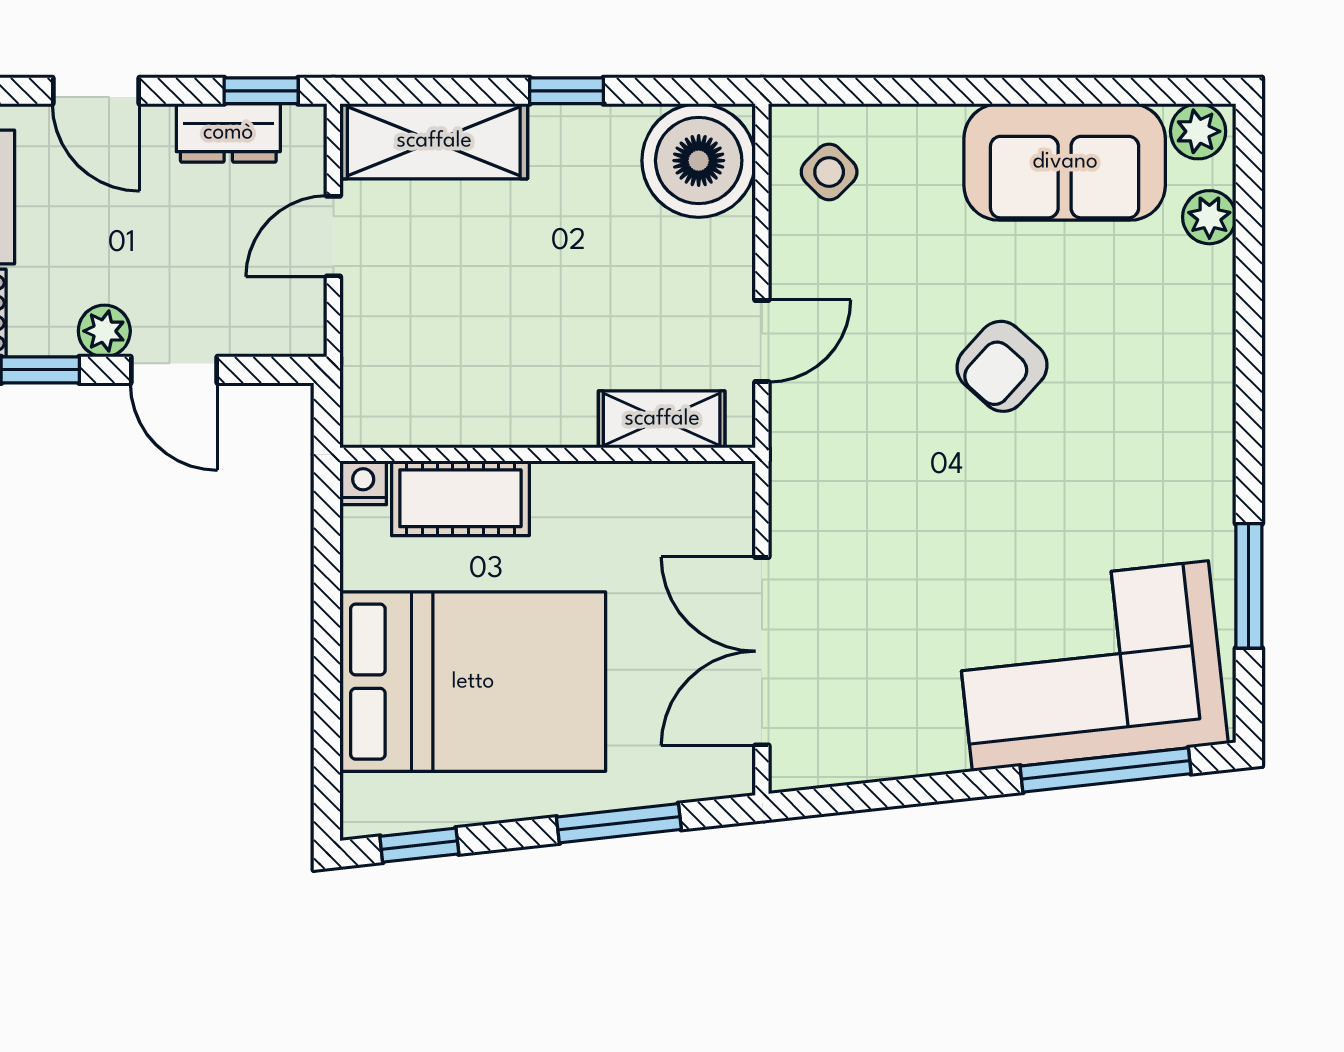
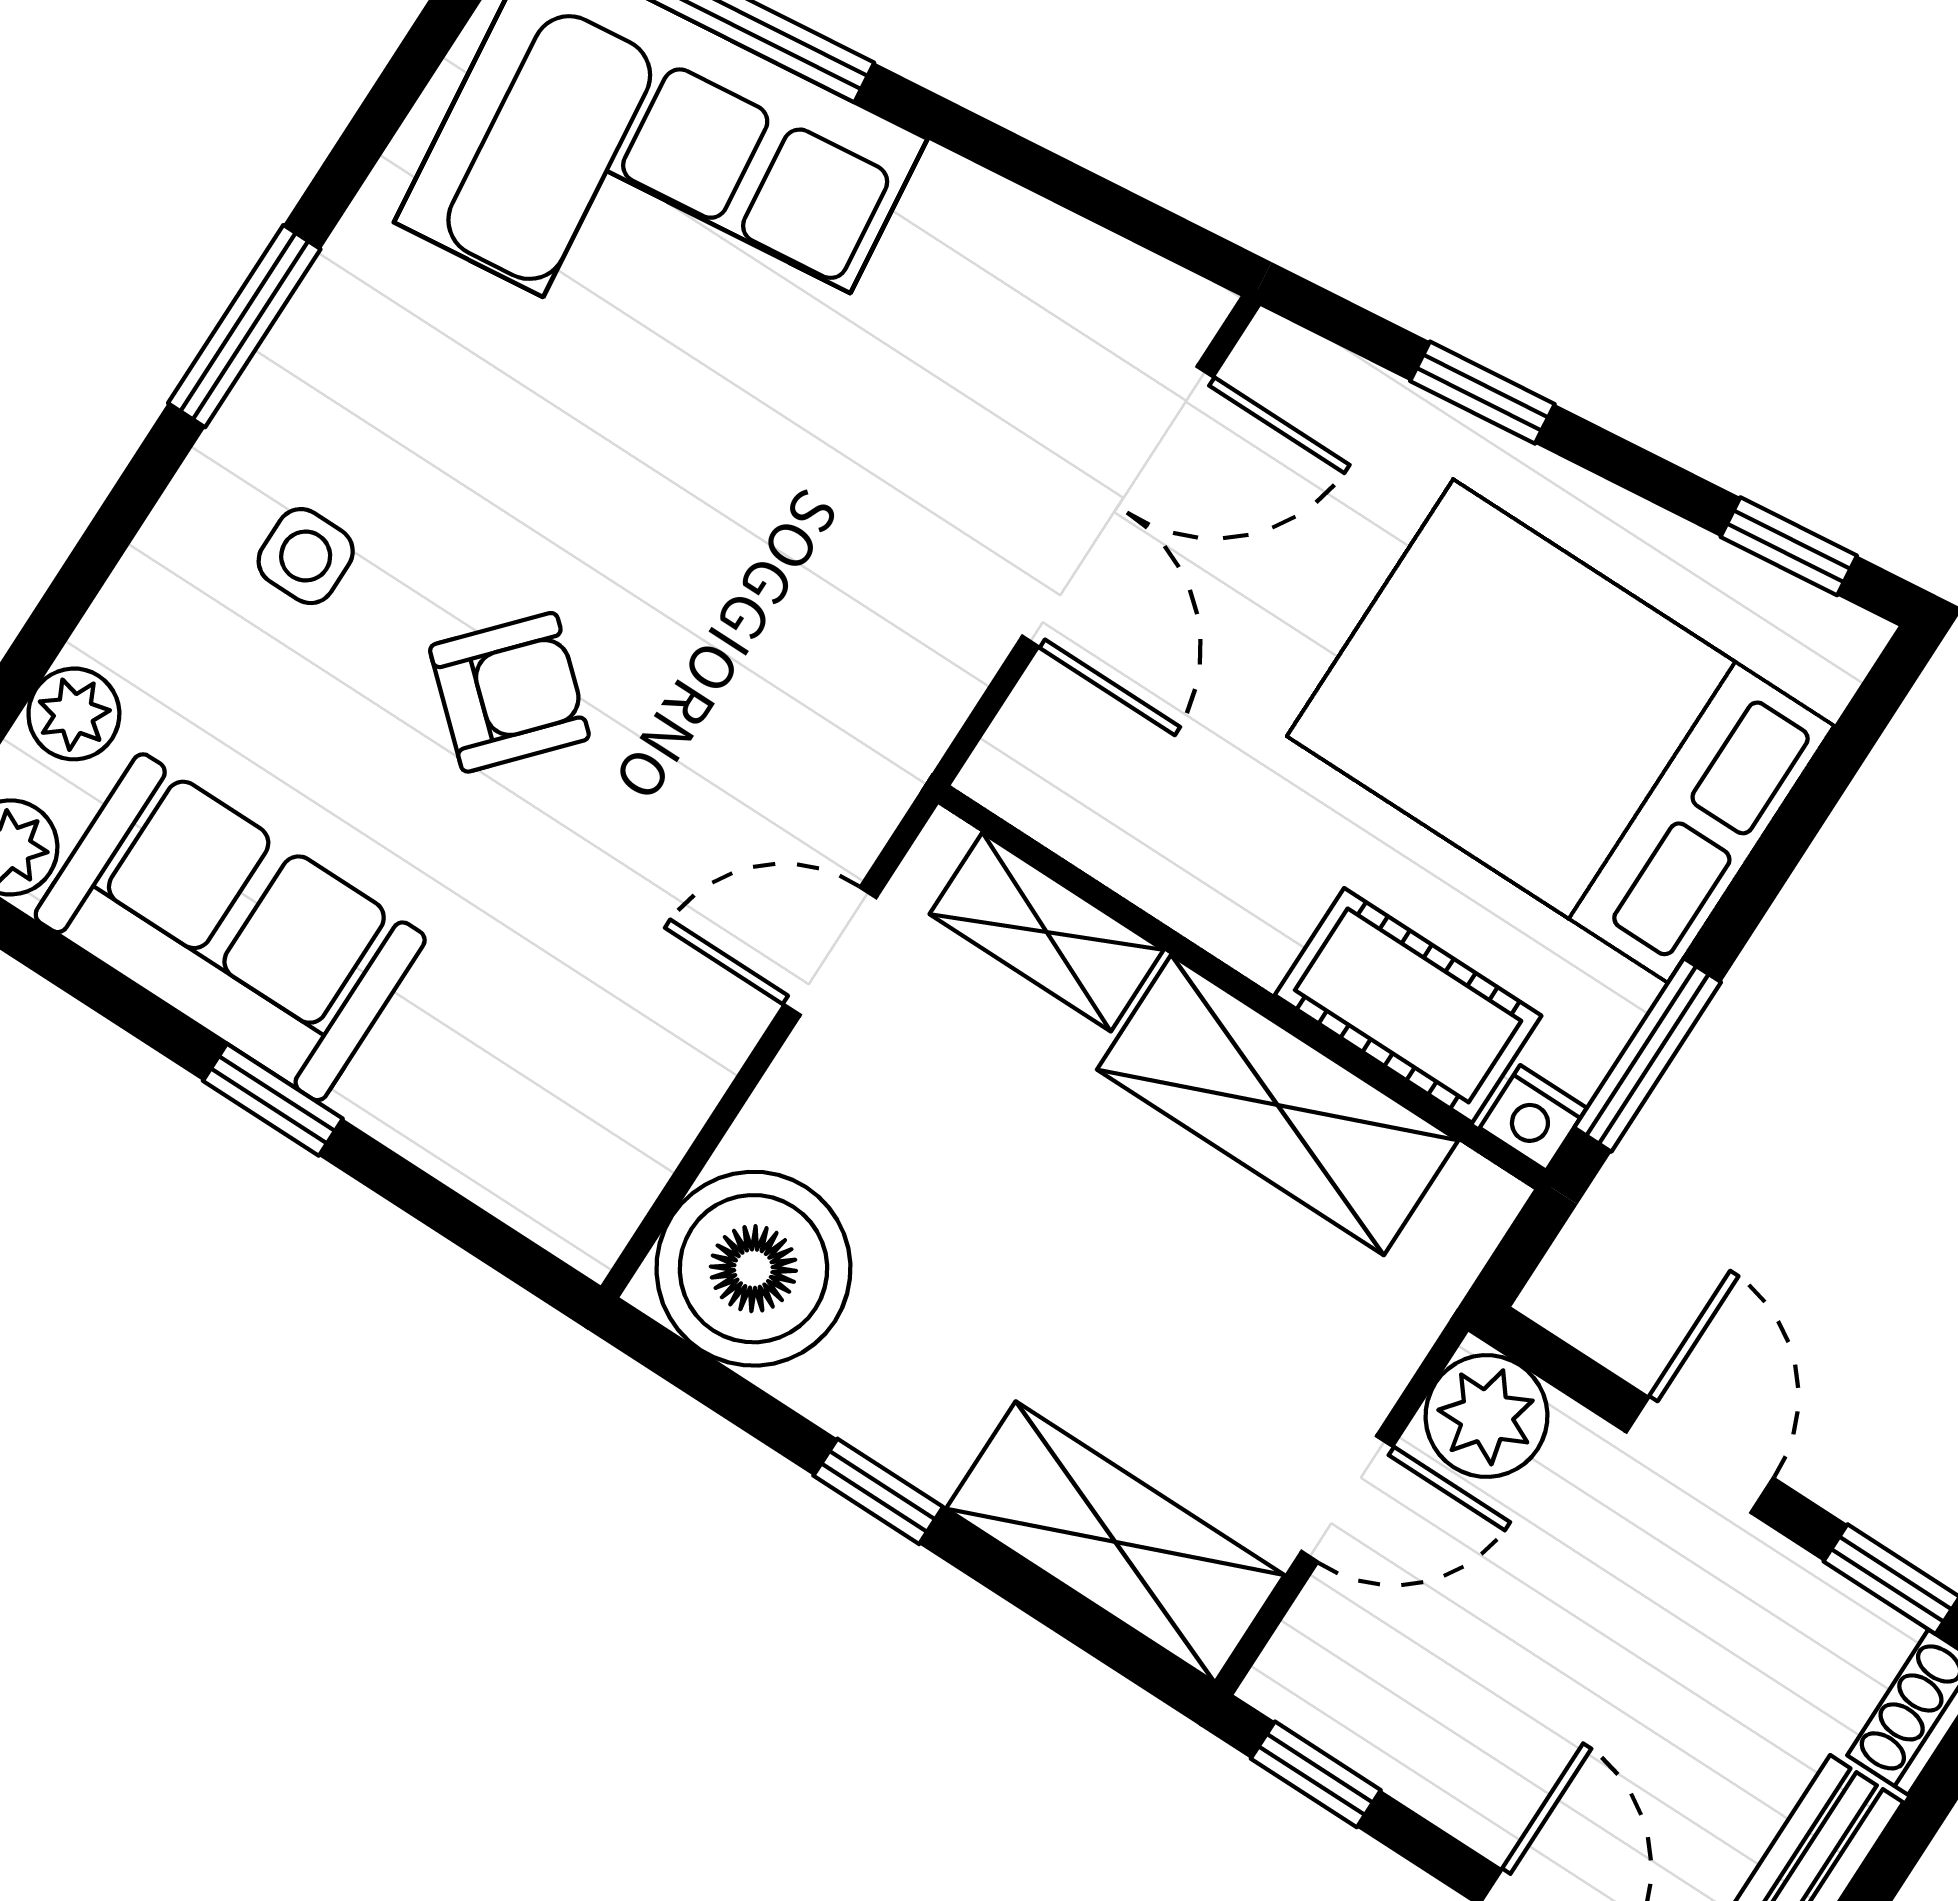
window: (989, 91) -> (273, 1100), added
dresser: (228, 133) -> (1402, 1744), removed
side table: (829, 172) -> (306, 556), moved, turned 45
plant: (104, 331) -> (1486, 1416), moved, width x1.38, depth x1.38
shelving: (493, 408) -> (1278, 1105), added
window: (327, 550) -> (1648, 1055), added
window: (1249, 586) -> (244, 326), moved
window: (619, 823) -> (1482, 393), width x0.67

